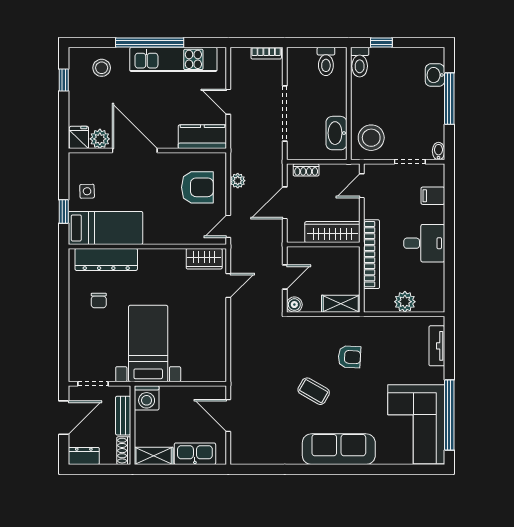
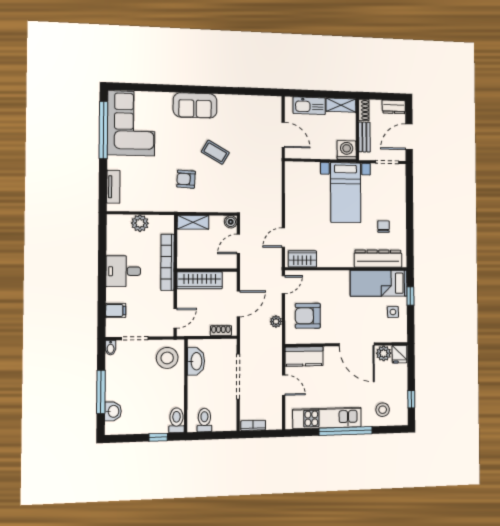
sofa: (339, 449) -> (195, 105), width x0.73

